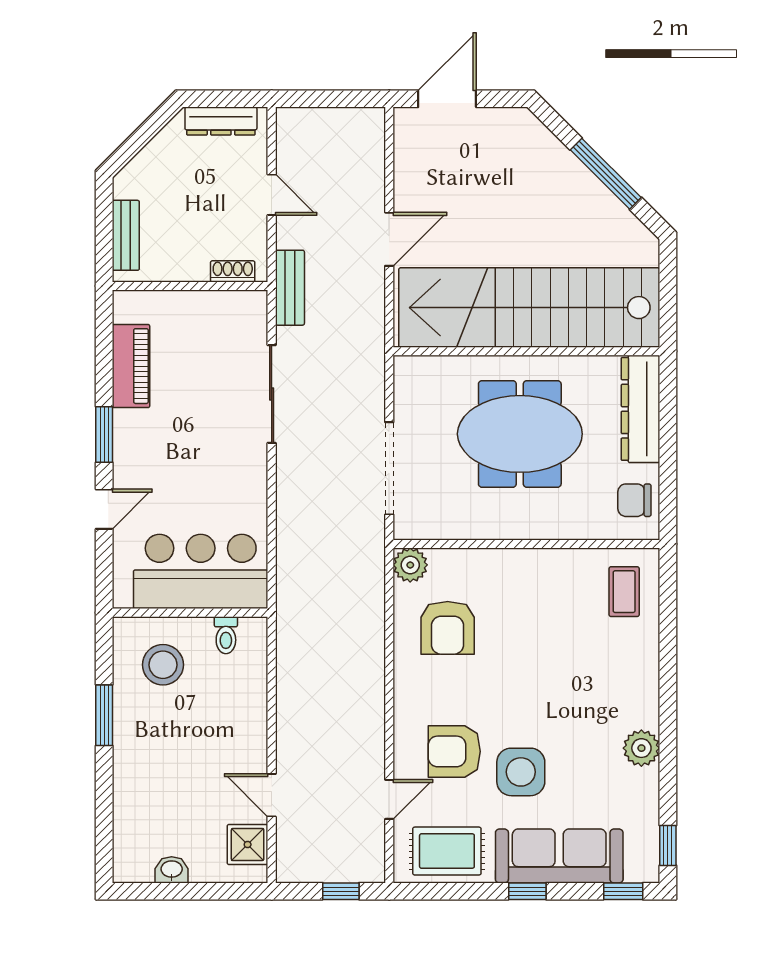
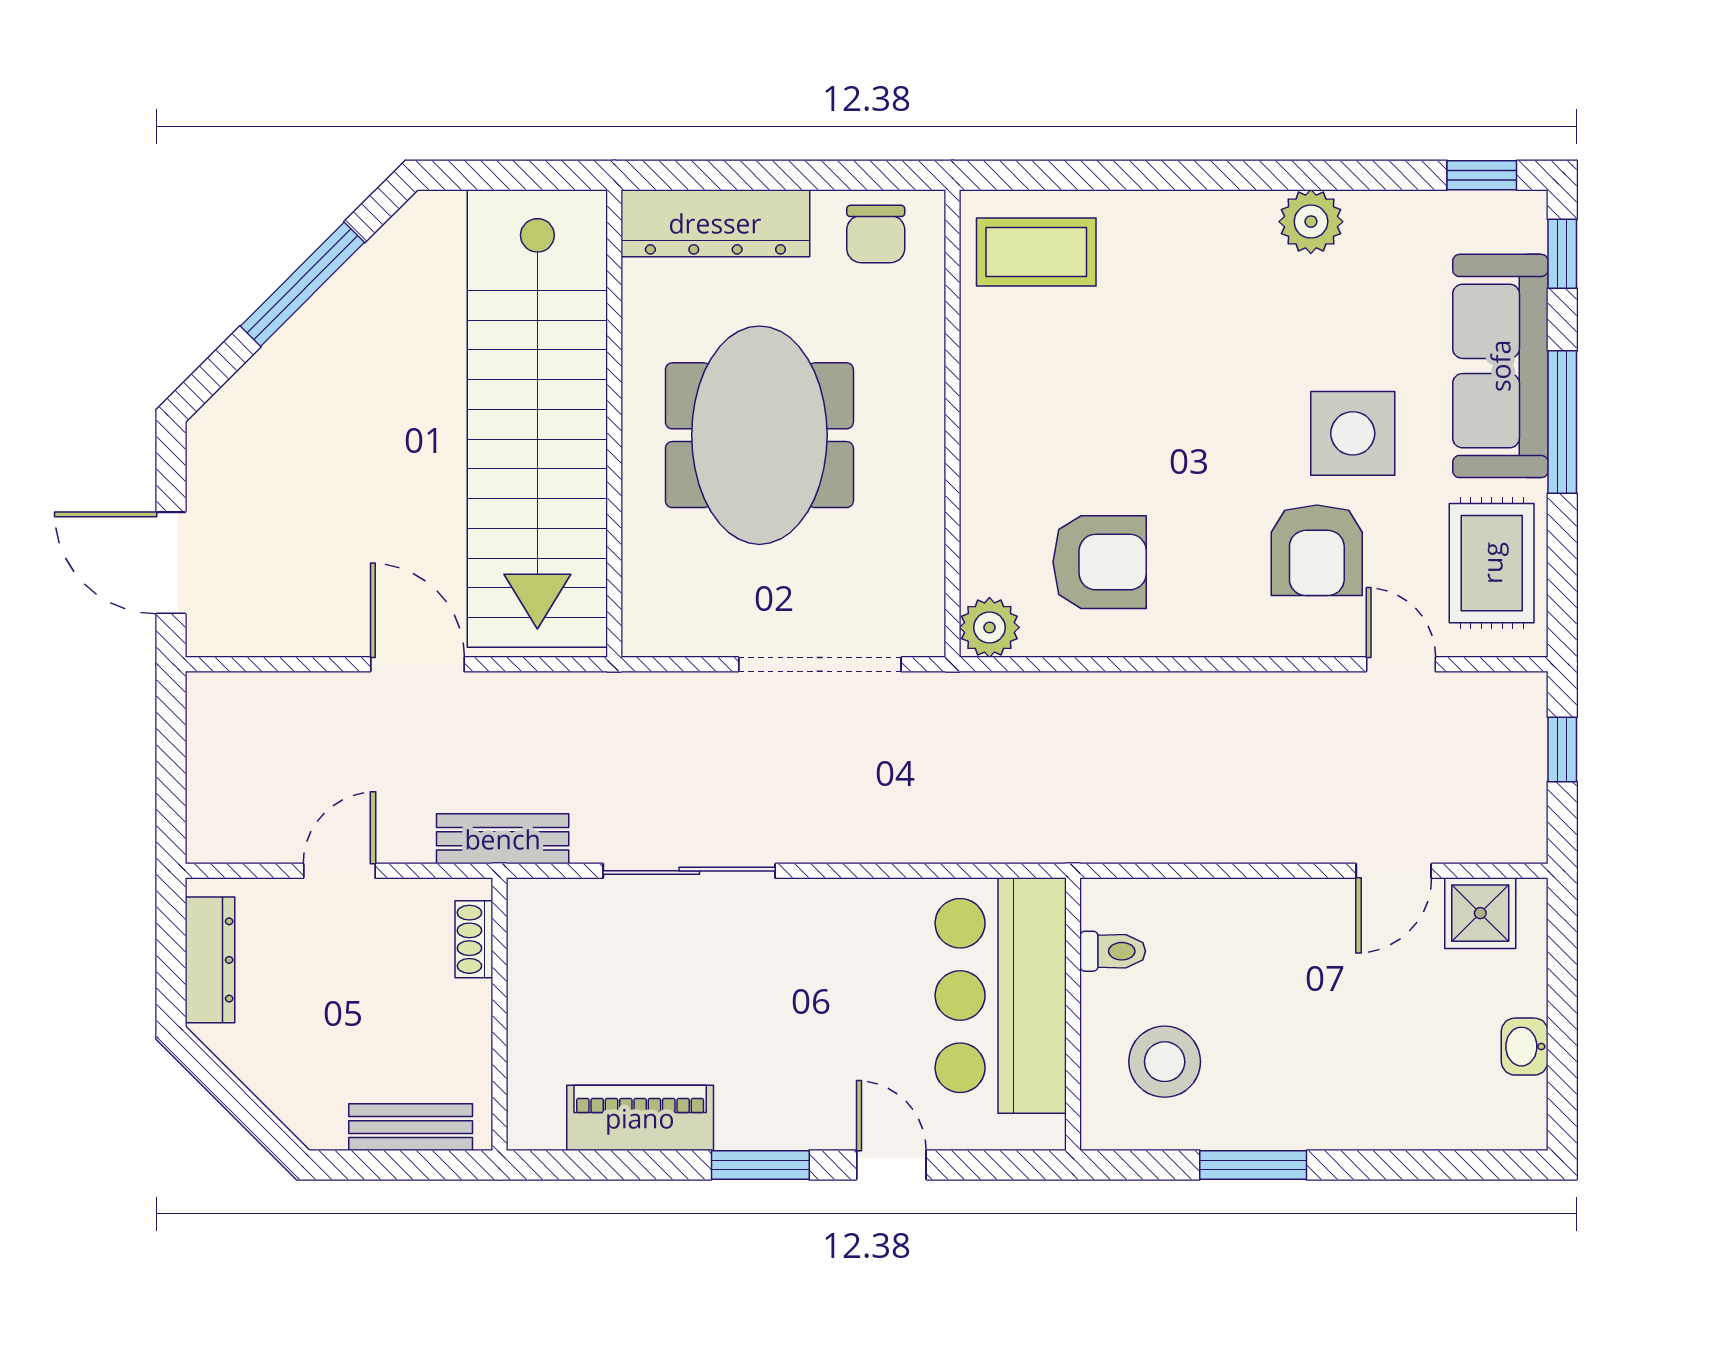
coffee table: (624, 592) -> (1036, 252), width x1.36, depth x1.30
window: (527, 891) -> (1562, 422), width x2.17

